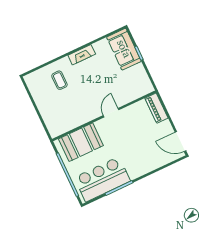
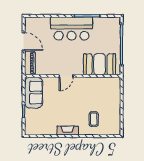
sofa: (124, 49) -> (34, 92), moved
door: (180, 141) -> (24, 41), moved
bar counter: (102, 179) -> (72, 28), moved

